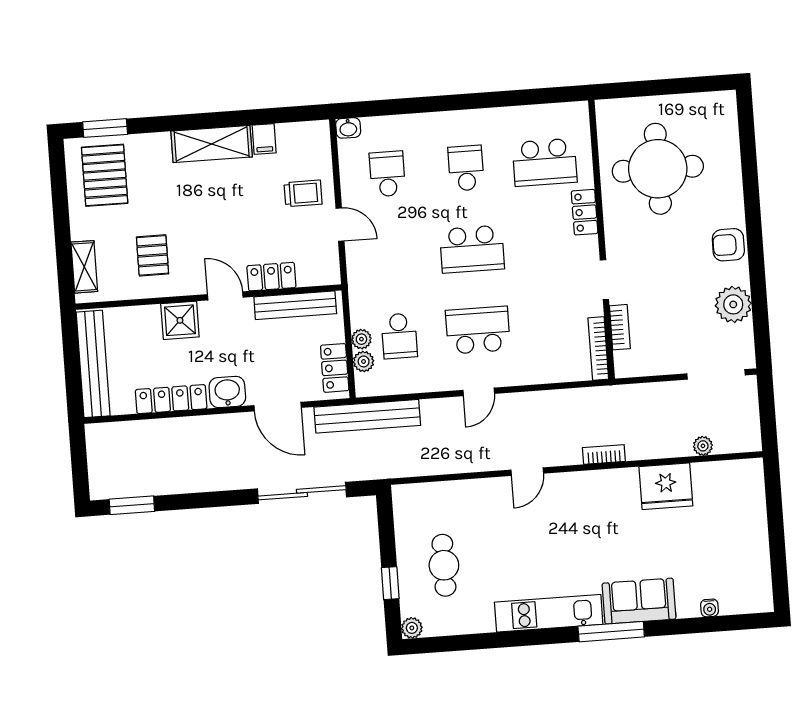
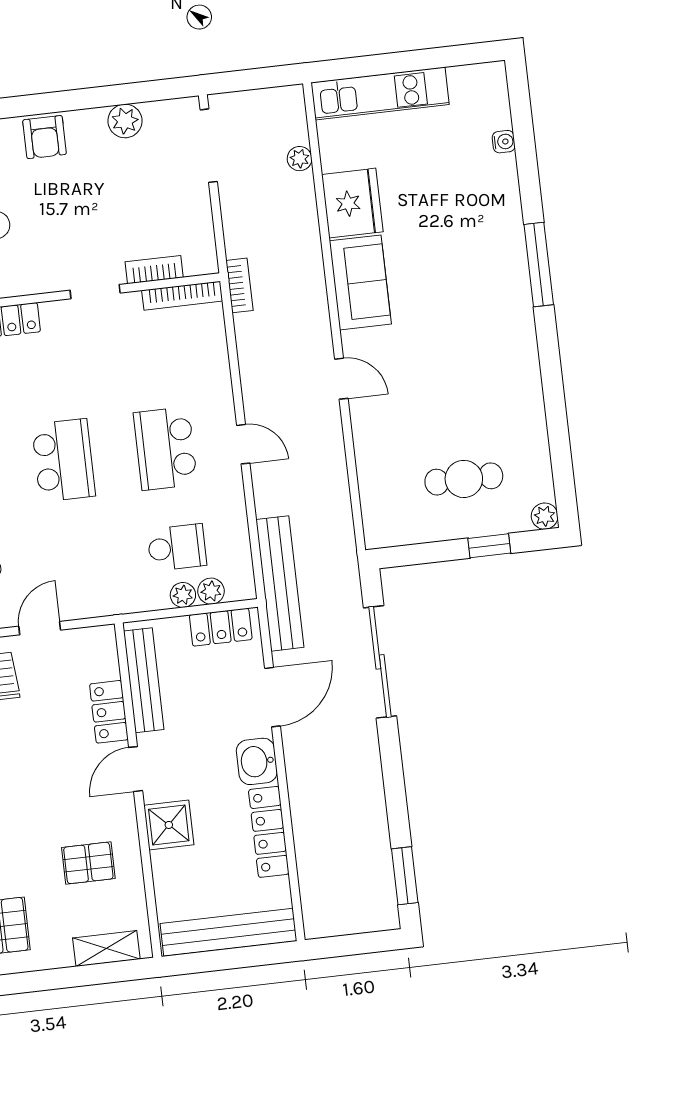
plant: (733, 304) -> (125, 121), width x0.73, depth x0.73
bookcase: (604, 454) -> (239, 285), moved, turned 180
sofa: (639, 601) -> (360, 282), moved, turned 180
kitchen unit: (549, 613) -> (380, 93), moved, turned -90

